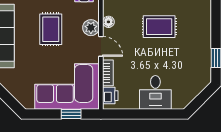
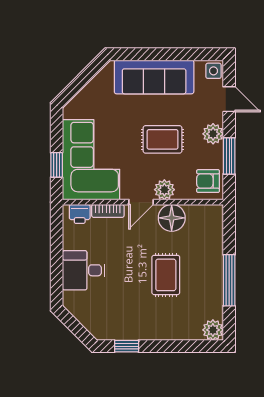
floor lamp: (108, 22) -> (172, 218), width x1.89, depth x1.89

